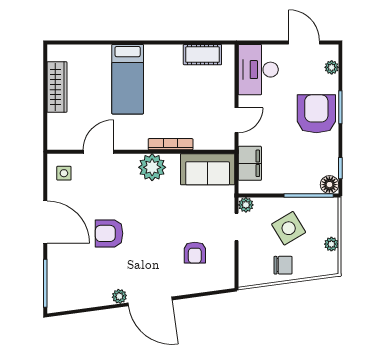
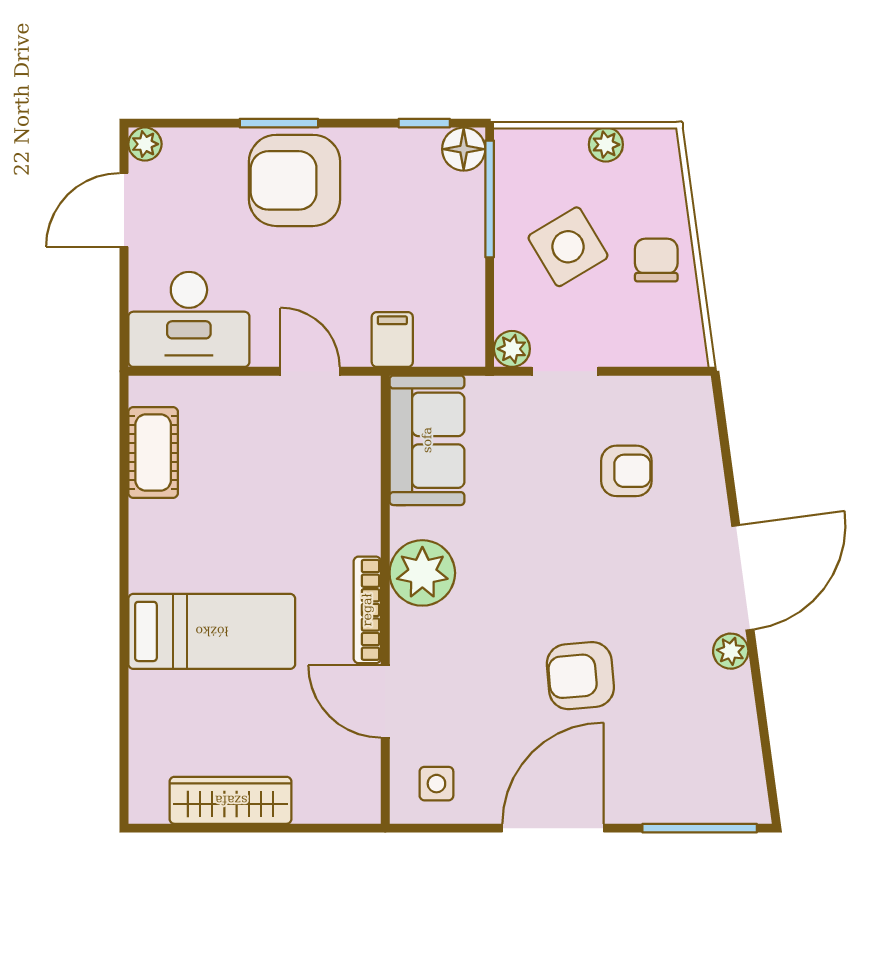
plant: (332, 67) -> (145, 144), moved
bookcase: (171, 144) -> (367, 610), moved
filing cabinet: (250, 163) -> (392, 339), width x0.50
armchair: (109, 233) -> (580, 676), turned 85

